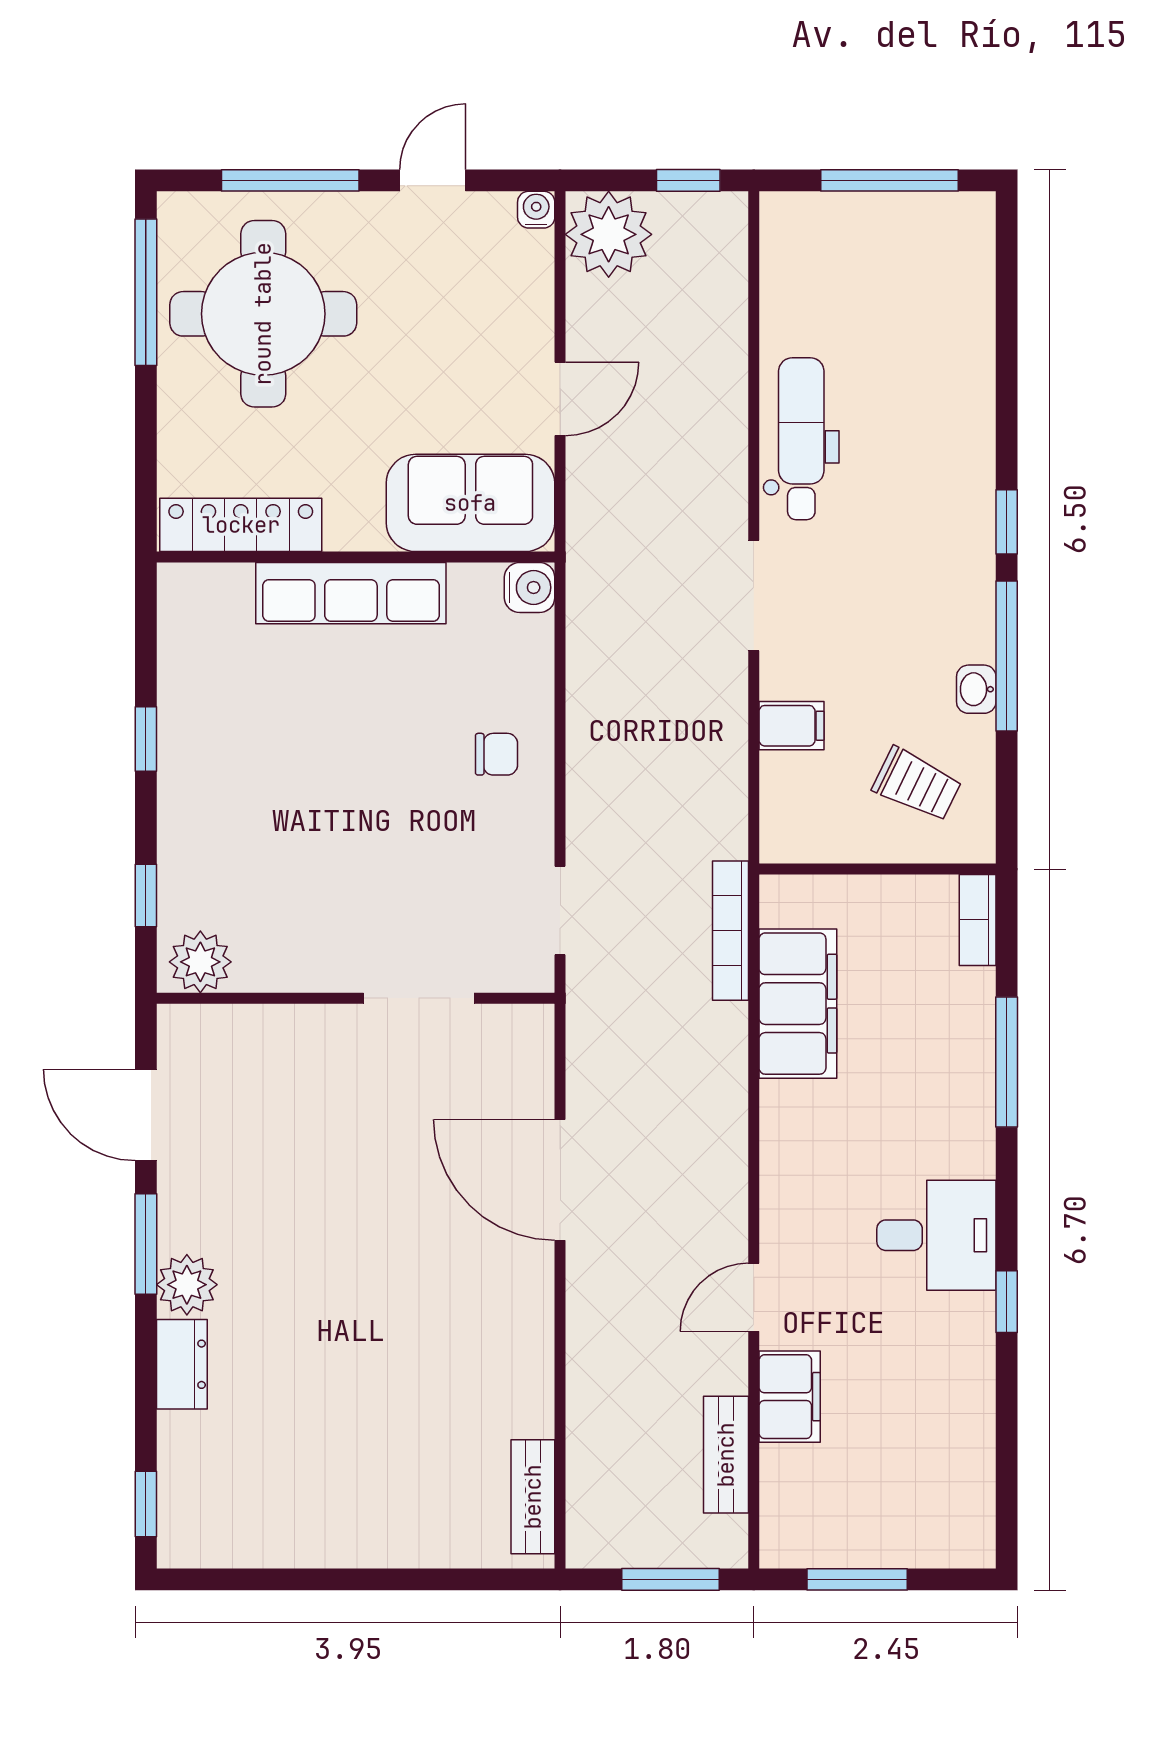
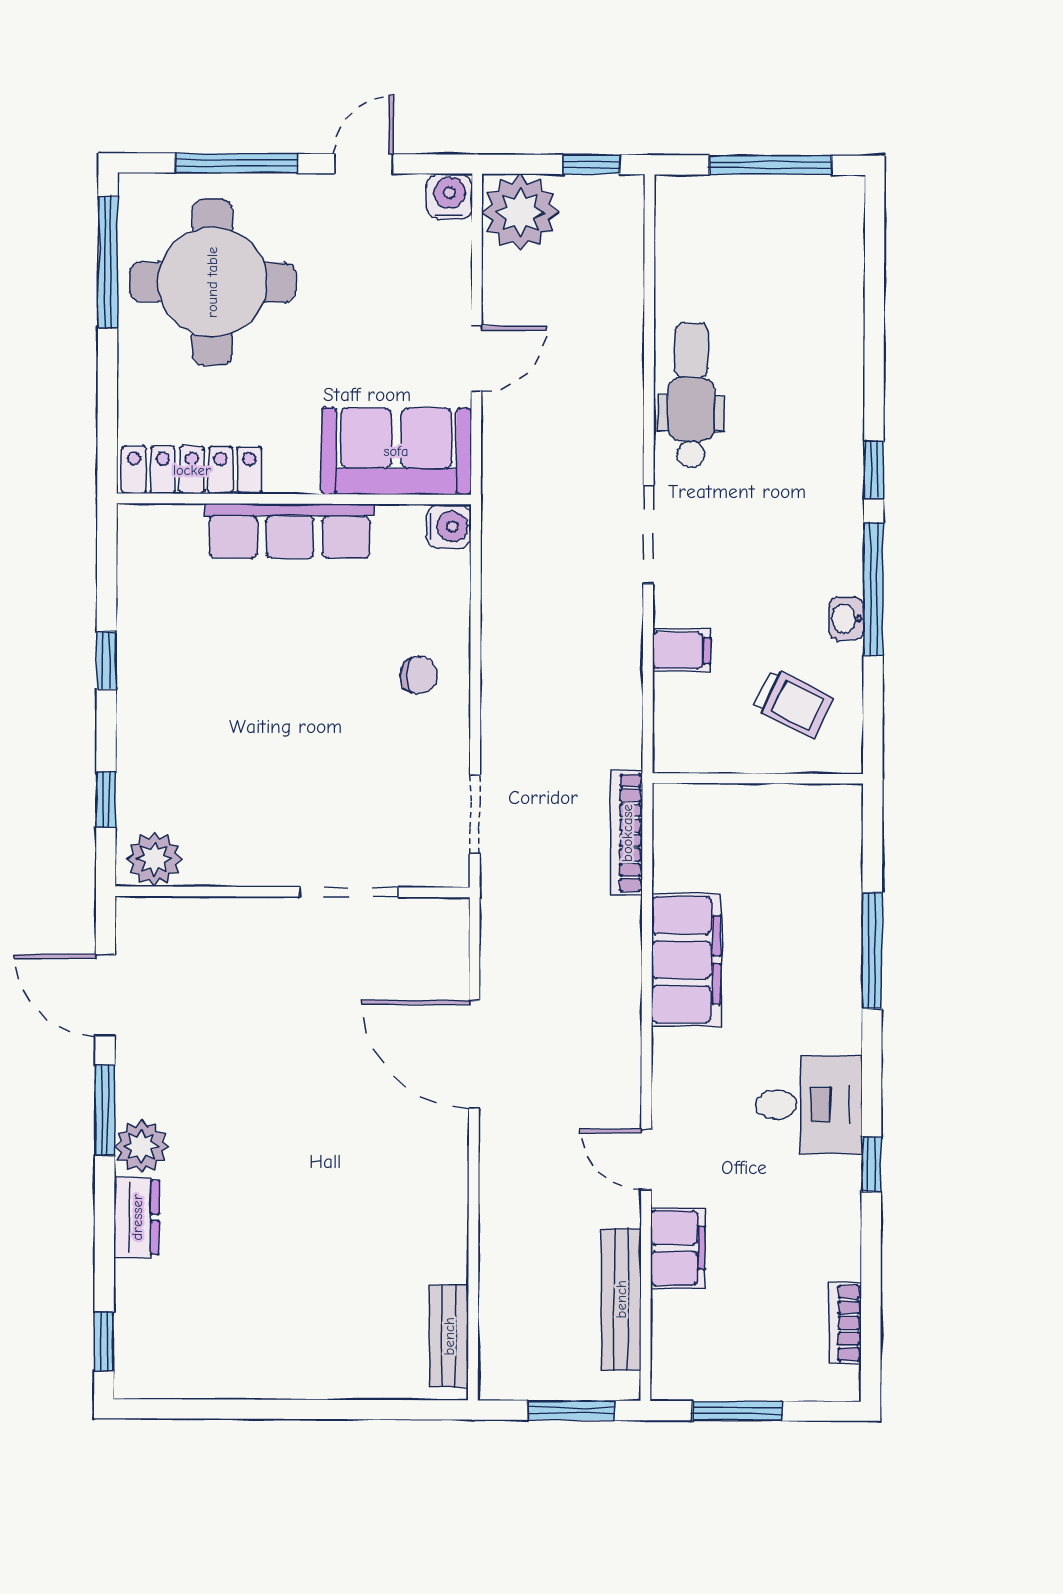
water cooler: (536, 210) -> (449, 196), width x1.38, depth x1.38
bookcase: (978, 920) -> (845, 1323), moved
filing cabinet: (798, 1004) -> (686, 960), moved
door: (754, 1297) -> (646, 1159), hinge flipped
bench: (726, 1455) -> (621, 1299), width x1.36

